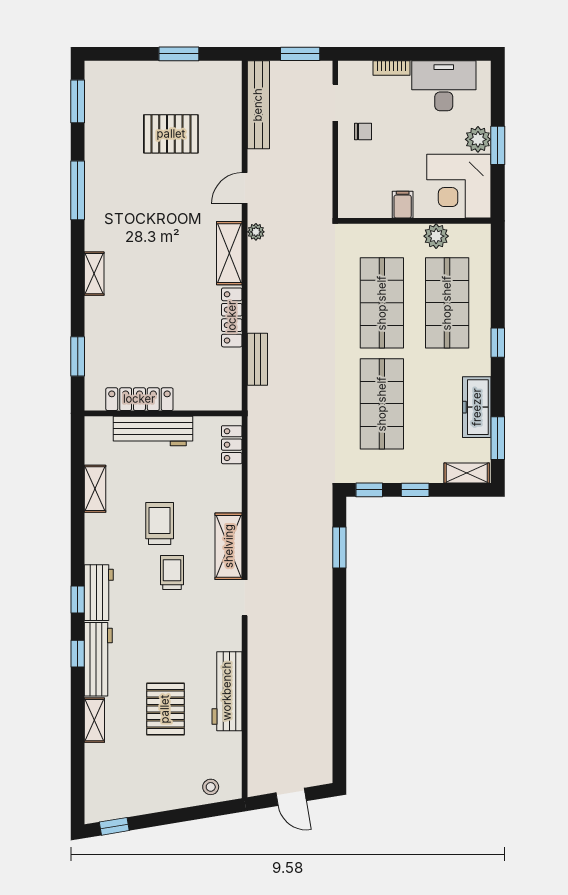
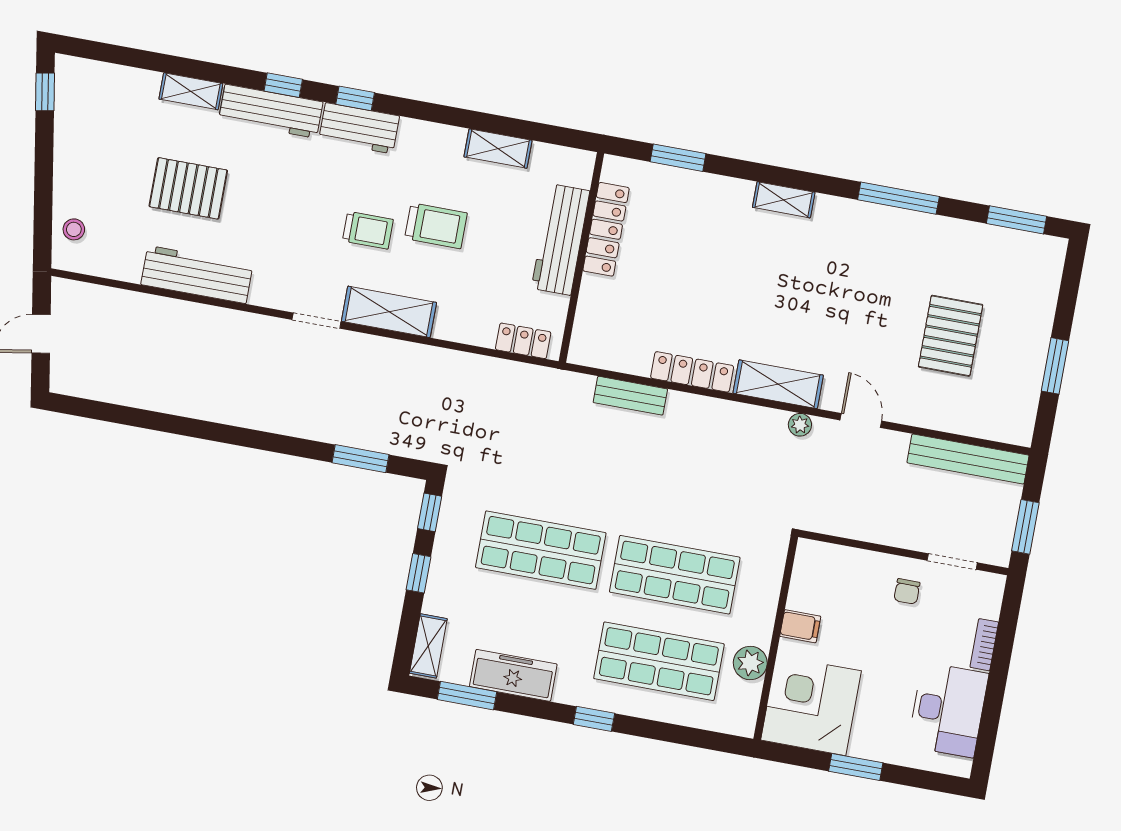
plant: (478, 139) -> (869, 742), removed

